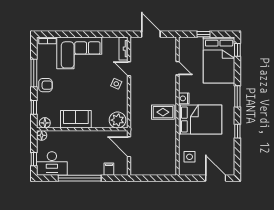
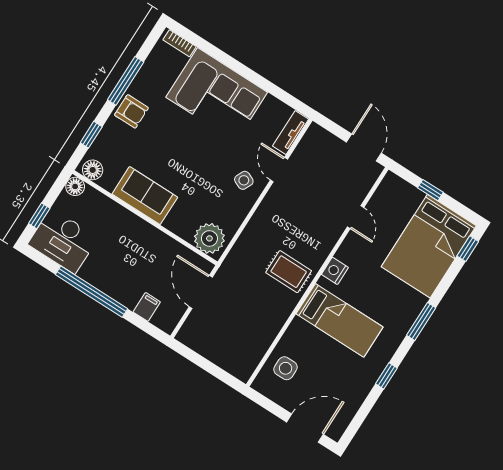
door: (151, 34) -> (364, 148), moved
bed: (200, 119) -> (340, 320), width x0.67
door: (216, 178) -> (305, 428), hinge flipped

